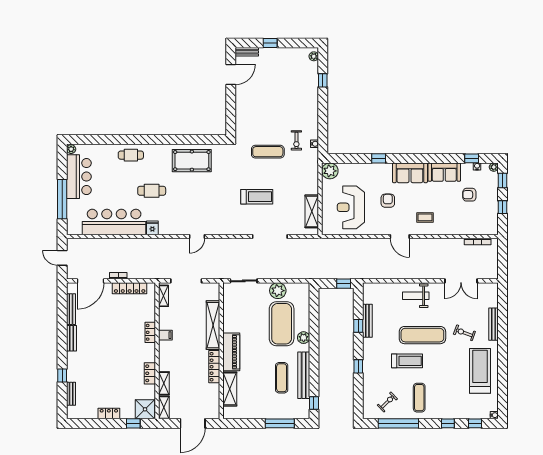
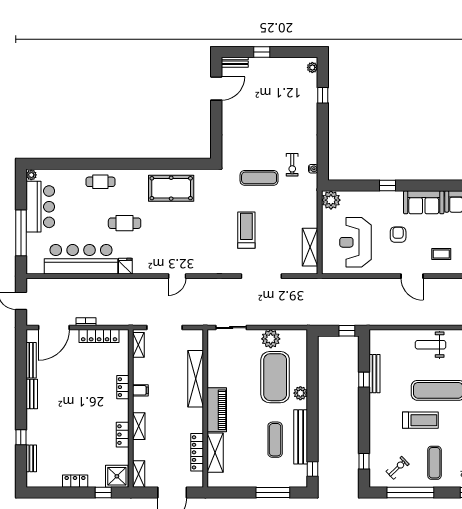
treadmill: (257, 197) -> (246, 230), turned -90
window: (358, 366) -> (364, 461), moved
locker: (214, 367) -> (197, 452), moved
shelving: (164, 383) -> (139, 426), moved

